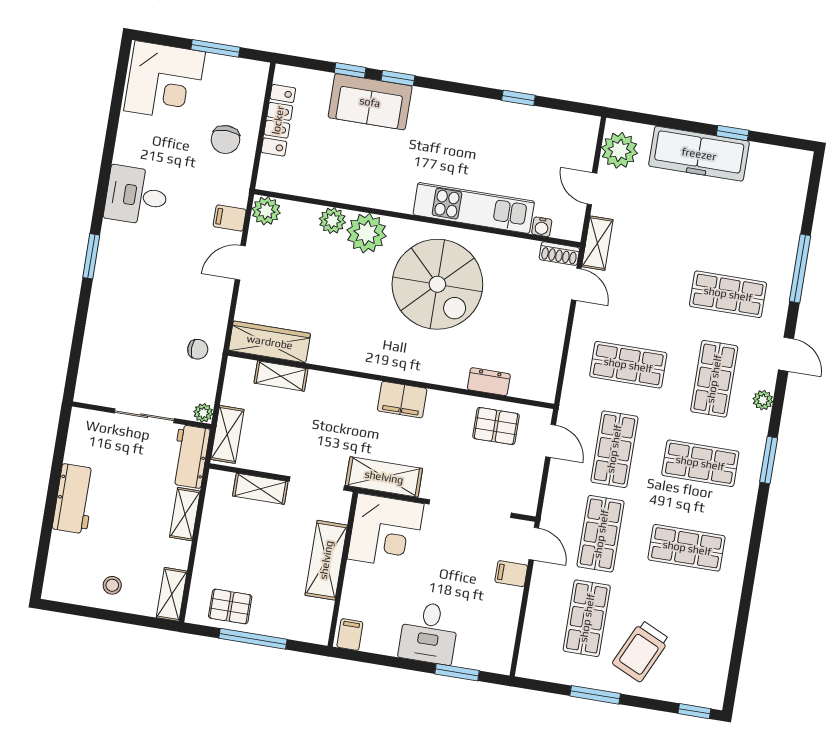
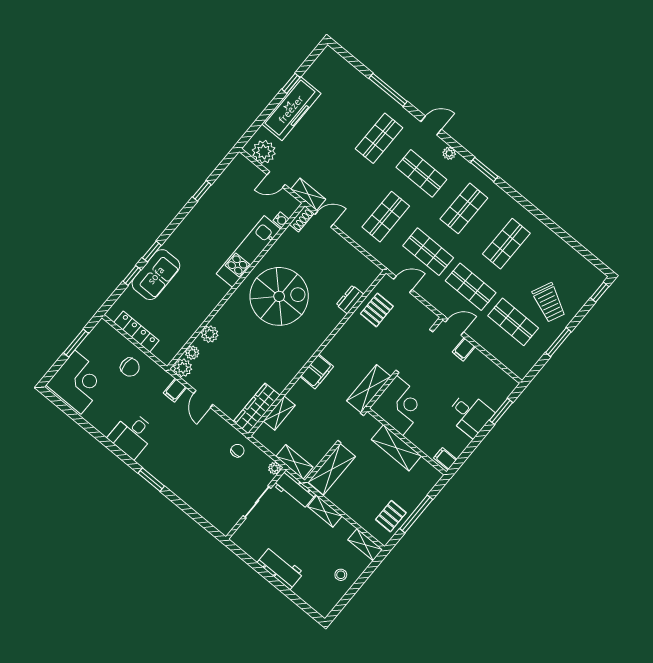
plant: (366, 233) -> (192, 353), moved, width x0.53, depth x0.53
filing cabinet: (402, 400) -> (317, 372), moved
shelving: (260, 489) -> (332, 469), width x1.50, depth x1.33

